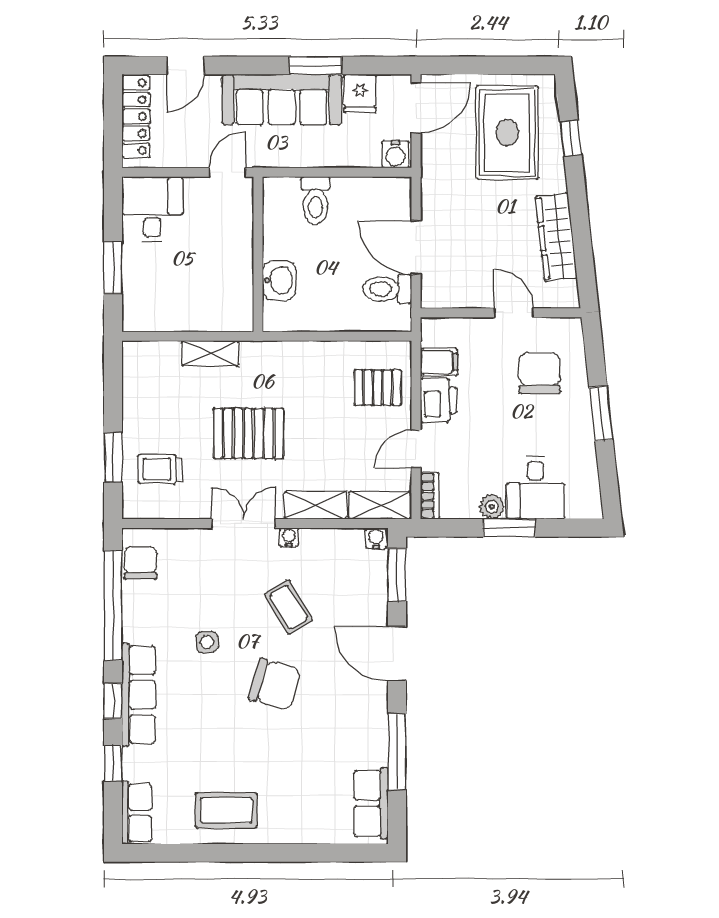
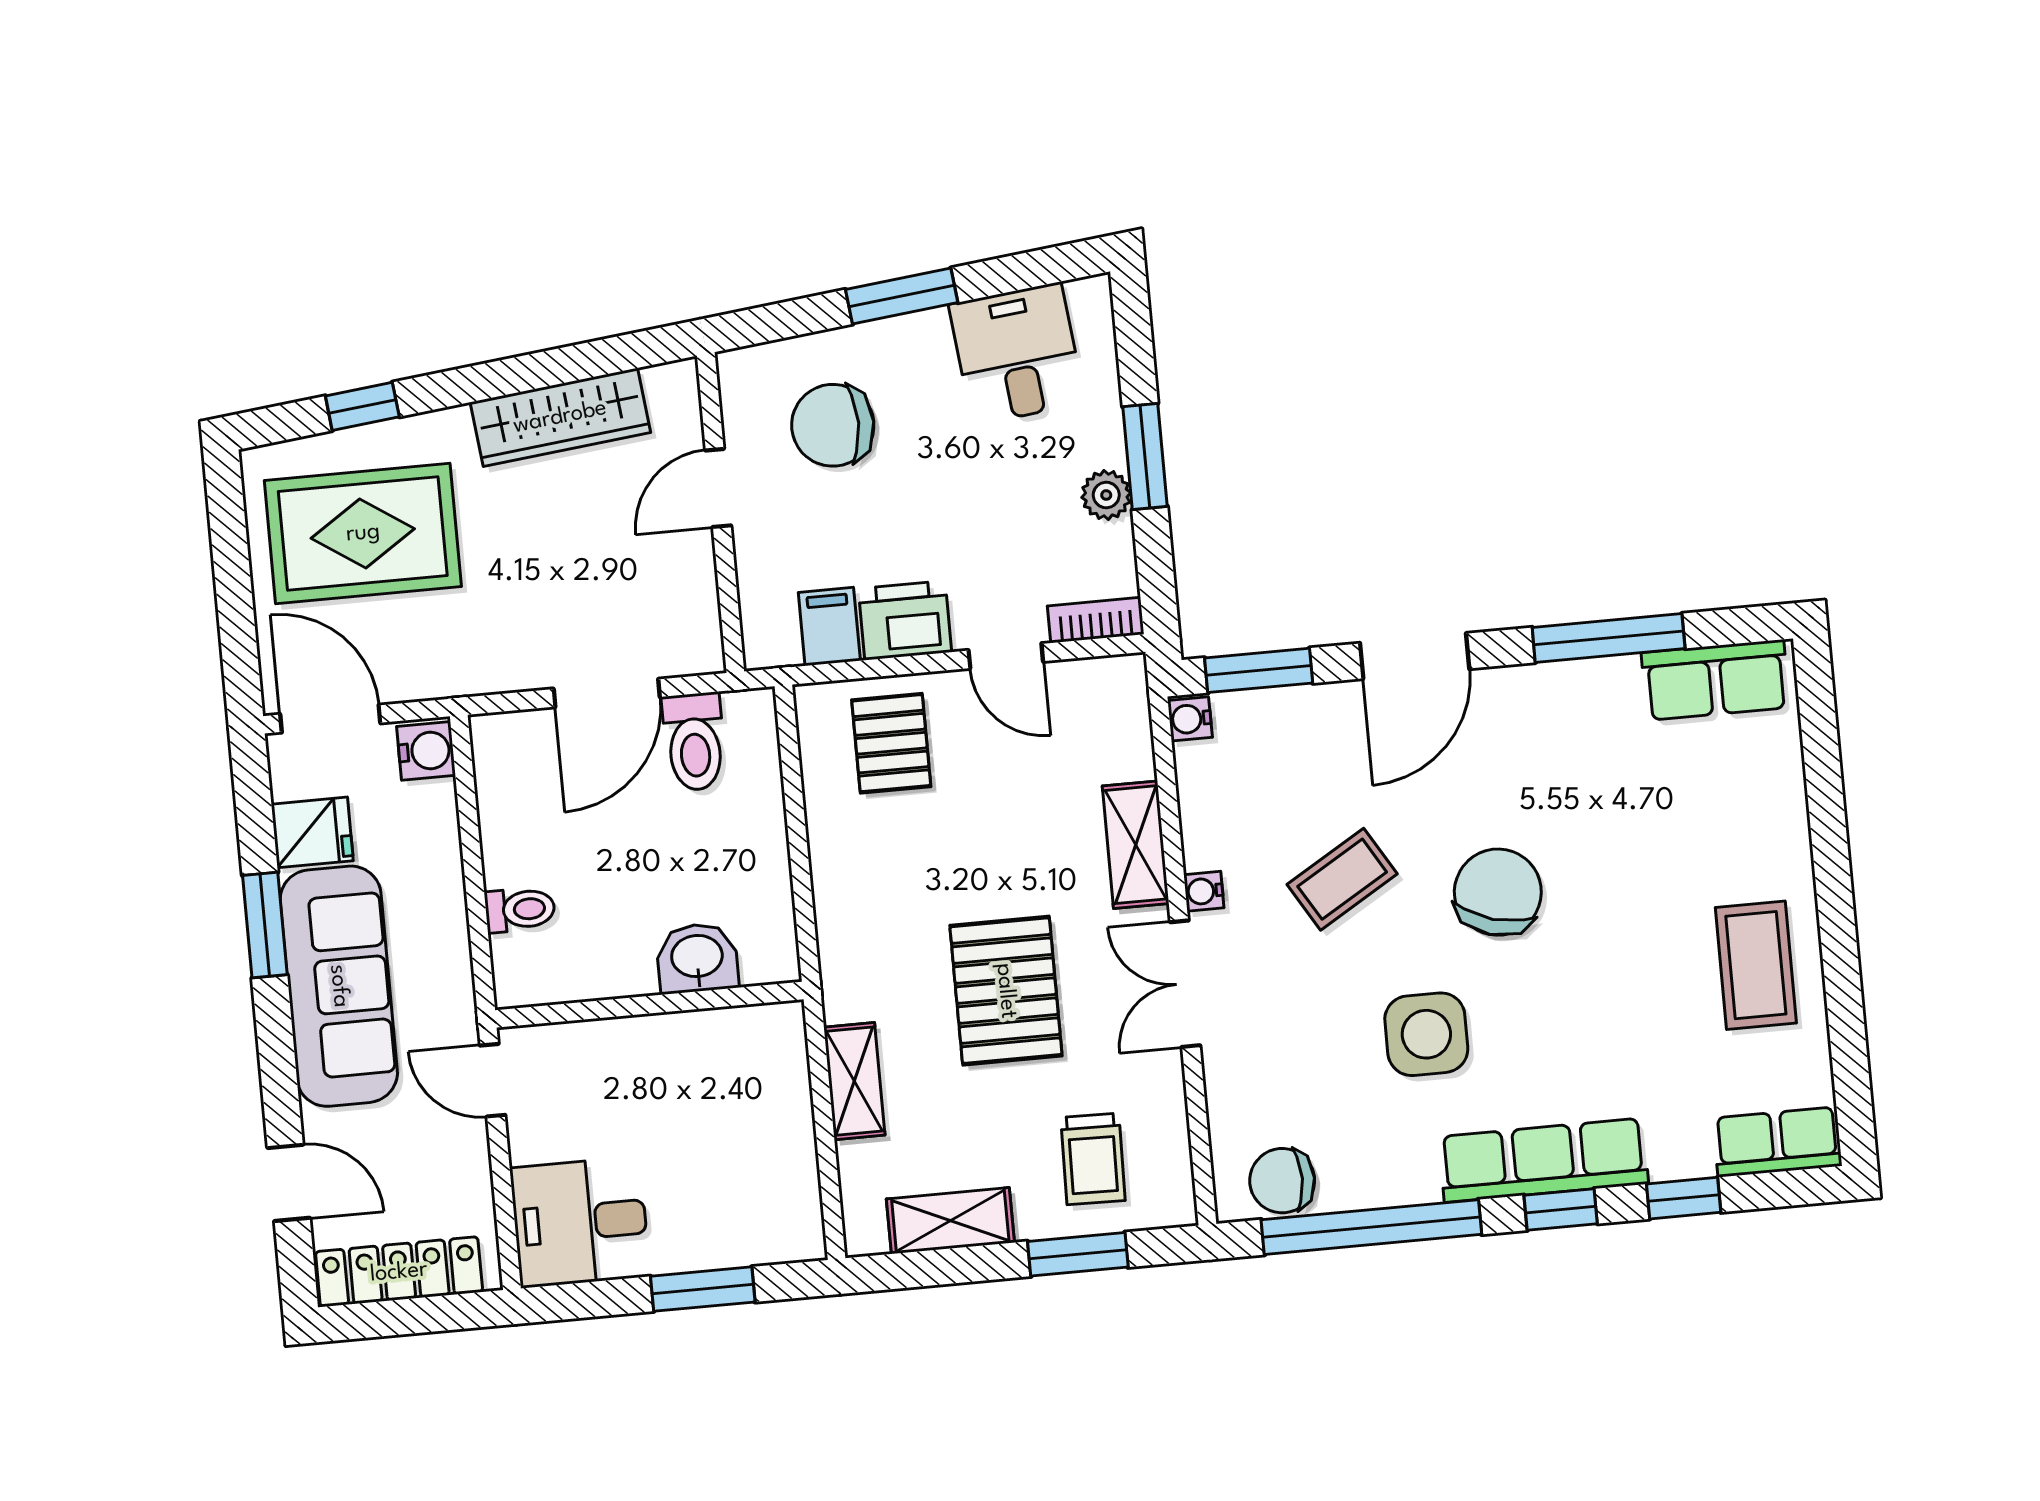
toilet: (315, 201) -> (520, 910), width x0.73, depth x0.72
desk: (536, 488) -> (1017, 354), moved, turned -96
shelving: (380, 505) -> (950, 1221), moved, turned 90
side table: (207, 642) -> (1426, 1034), width x1.87, depth x1.87

